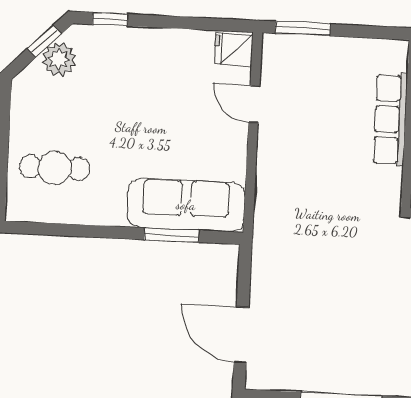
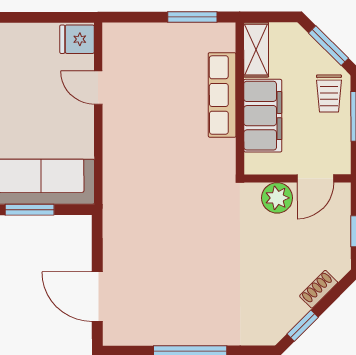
window: (303, 29) -> (192, 17), moved

